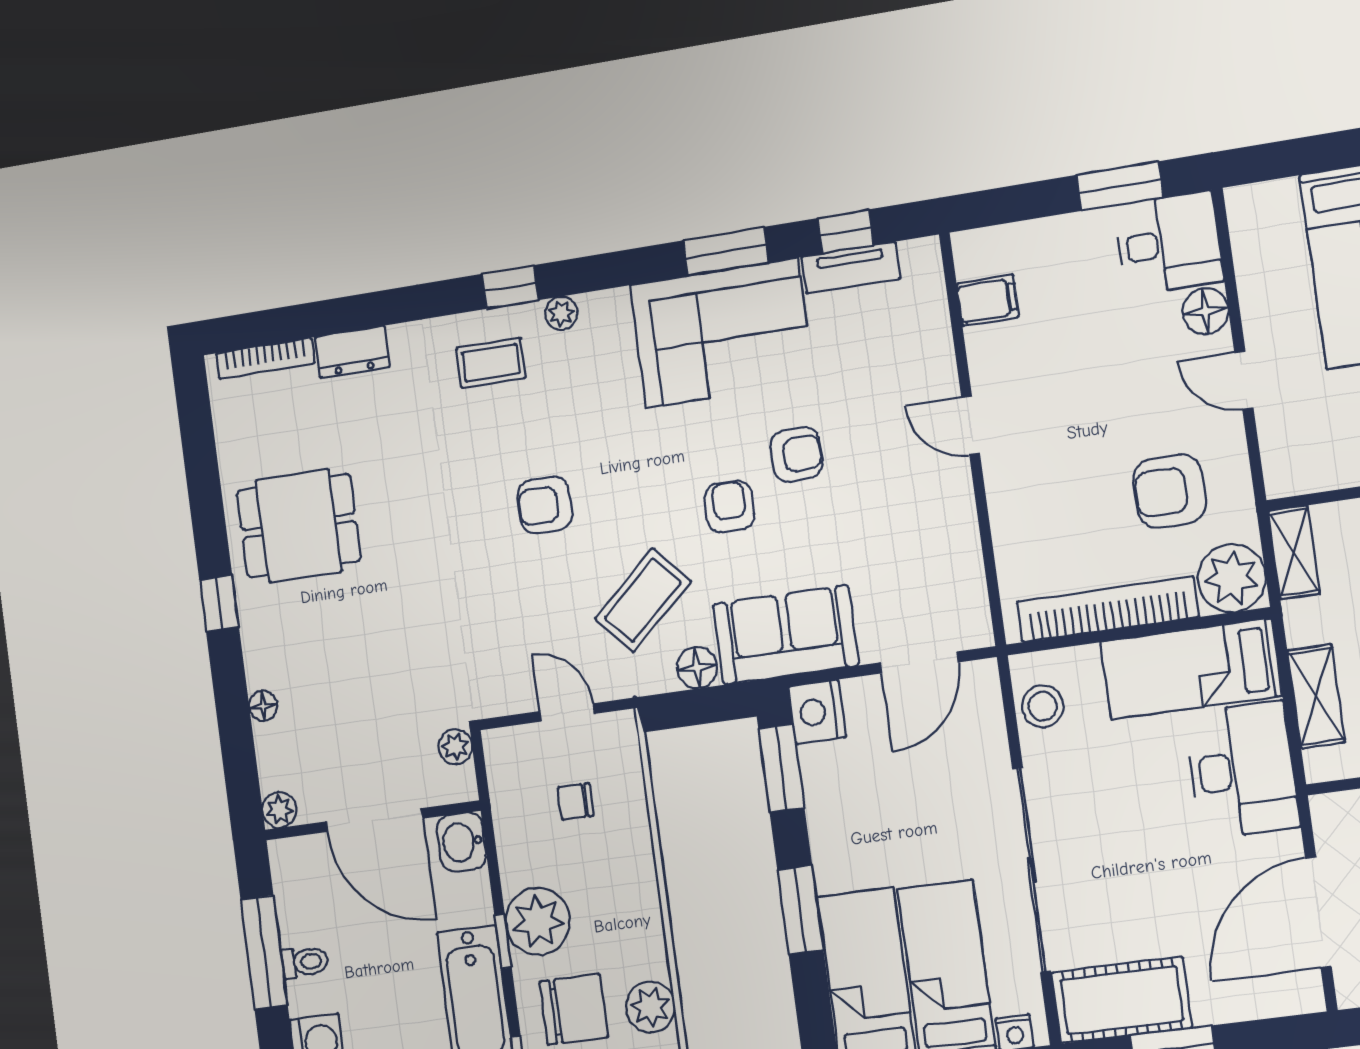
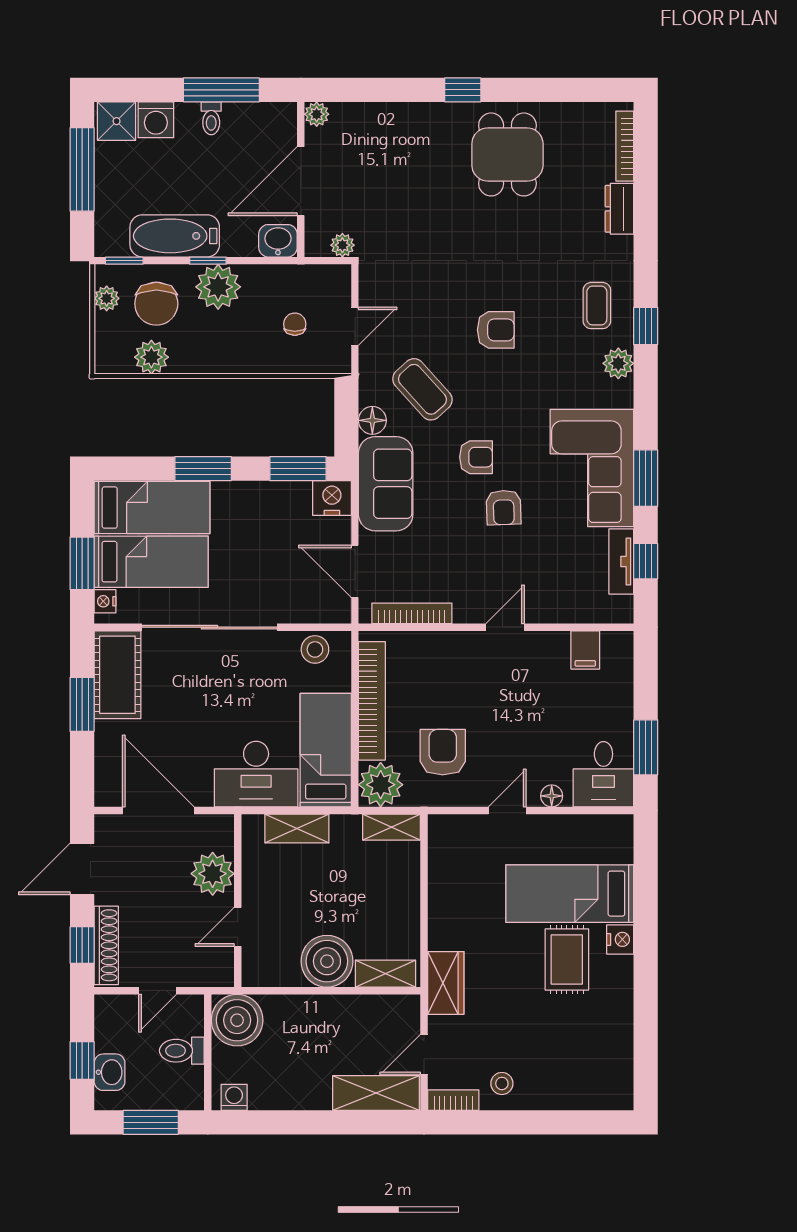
floor lamp: (1205, 311) -> (552, 796), width x0.73, depth x0.73
plant: (561, 313) -> (618, 363), width x1.38, depth x1.38
armchair: (545, 505) -> (496, 330), turned 90
bookcase: (969, 568) -> (412, 613), added
floor lamp: (263, 706) -> (389, 112), removed

